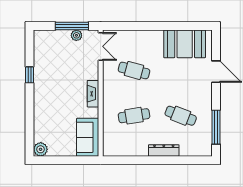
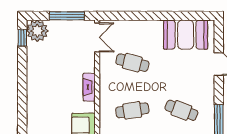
plant: (76, 35) -> (37, 31), moved, width x1.88, depth x1.88
window: (30, 75) -> (22, 38), moved

